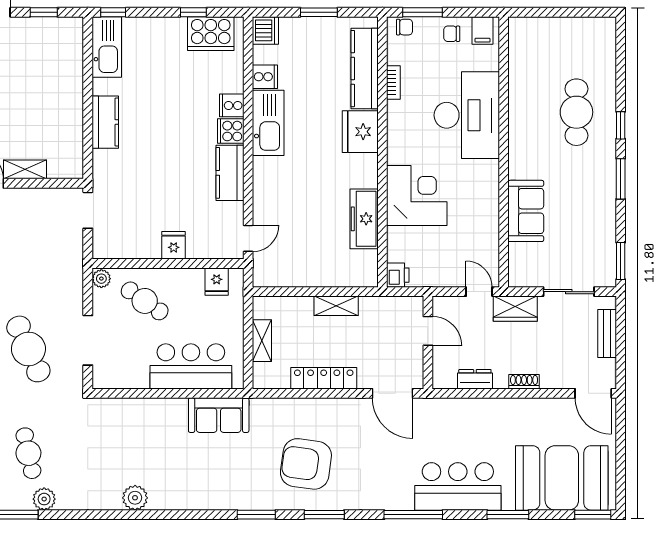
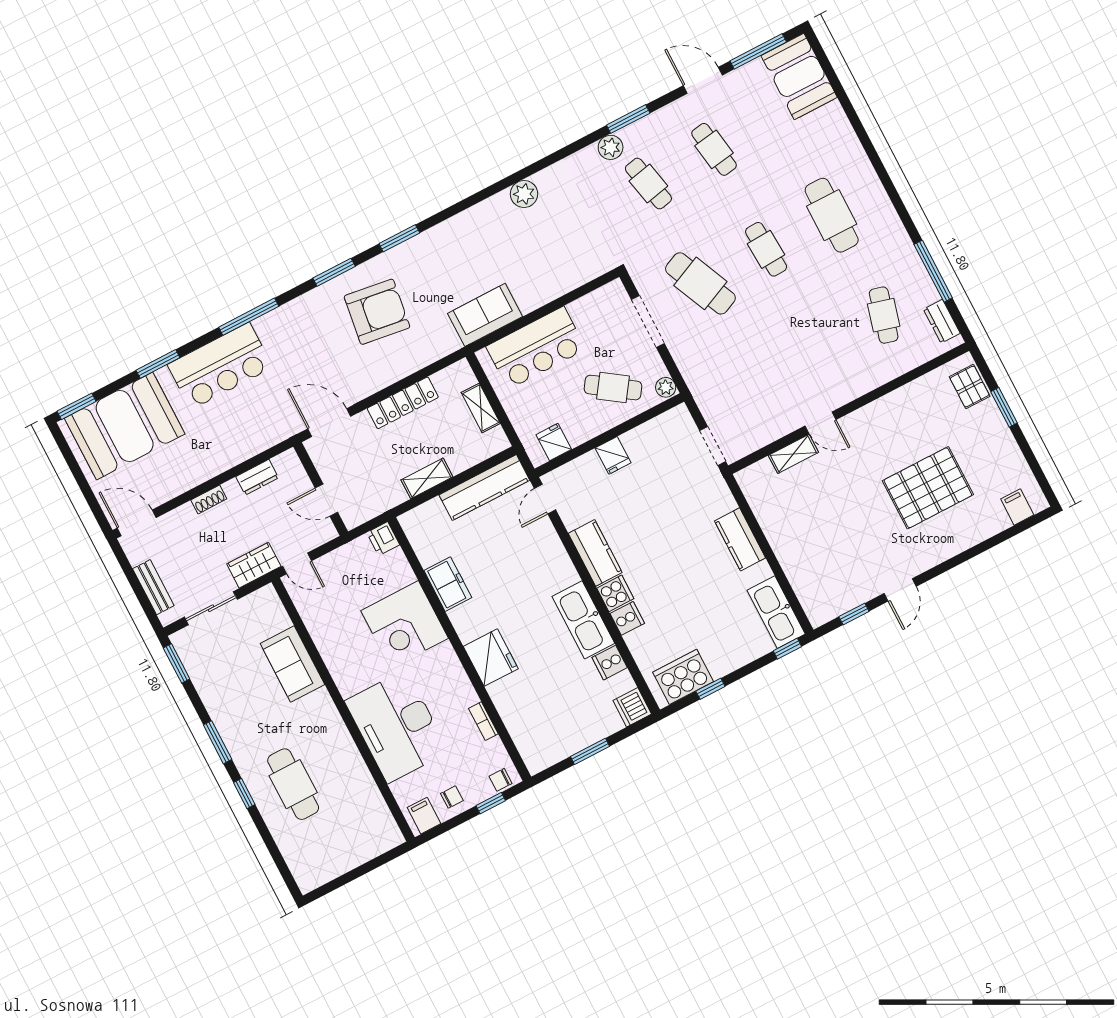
window: (422, 12) -> (491, 803), width x0.67
kitchen counter: (365, 69) -> (484, 488), moved, turned 90
freezer: (364, 219) -> (448, 584), width x0.71

